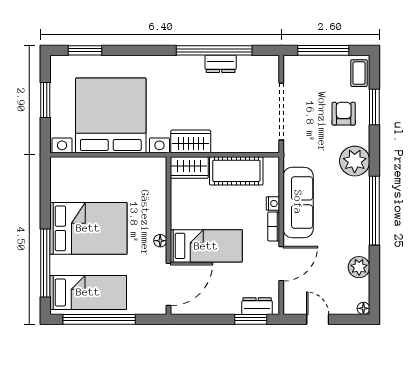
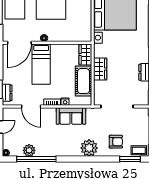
window: (374, 107) -> (130, 159), moved
wardrobe: (191, 141) -> (100, 69), moved
sofa: (298, 202) -> (71, 116), width x0.73
window: (374, 211) -> (36, 159), moved
door: (168, 284) -> (19, 43), hinge flipped

